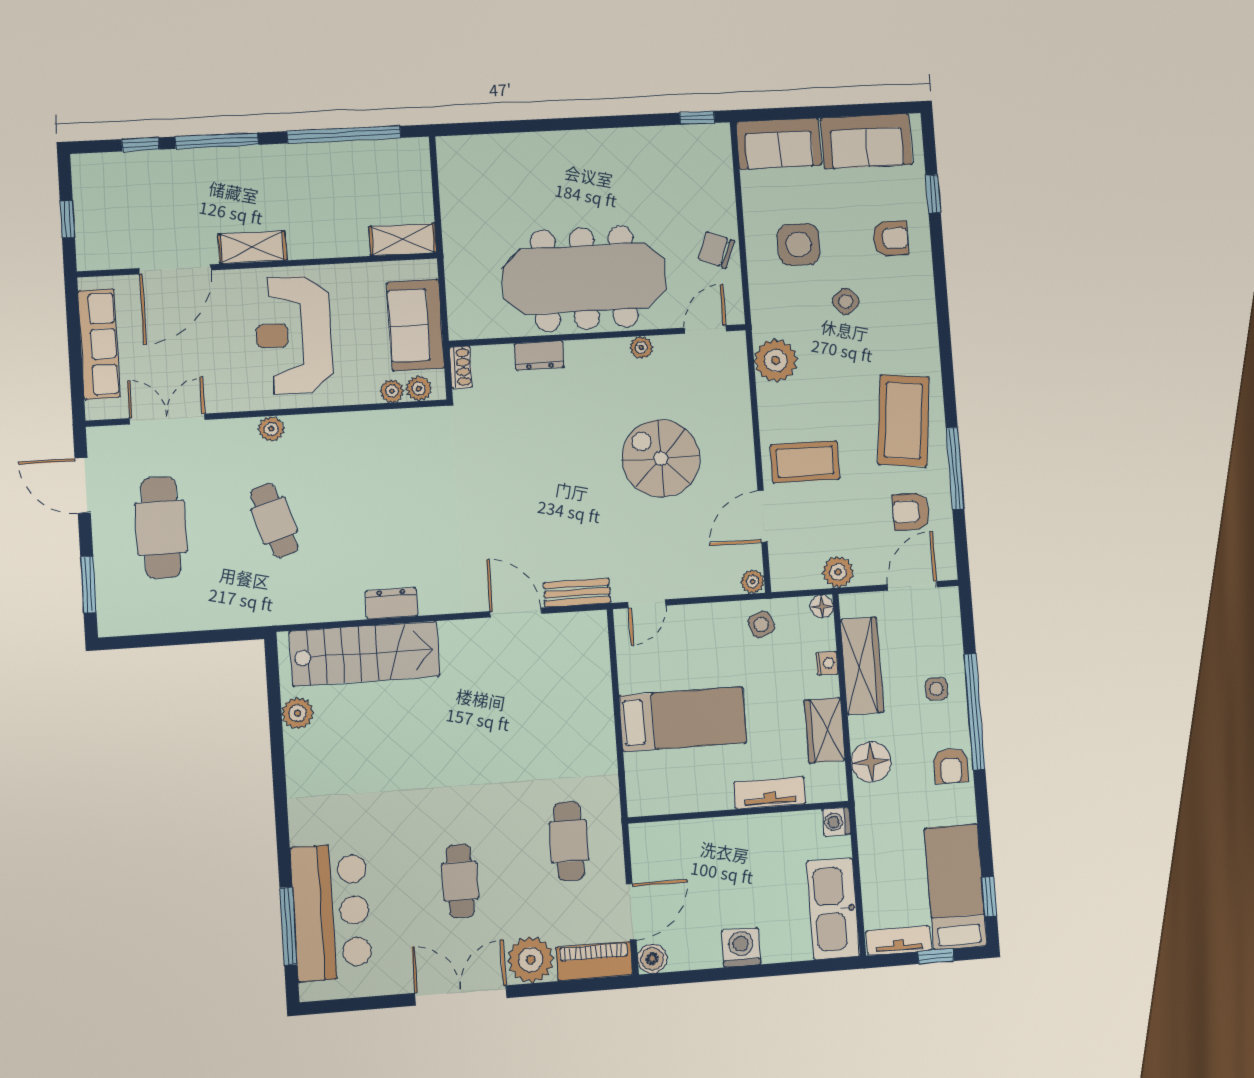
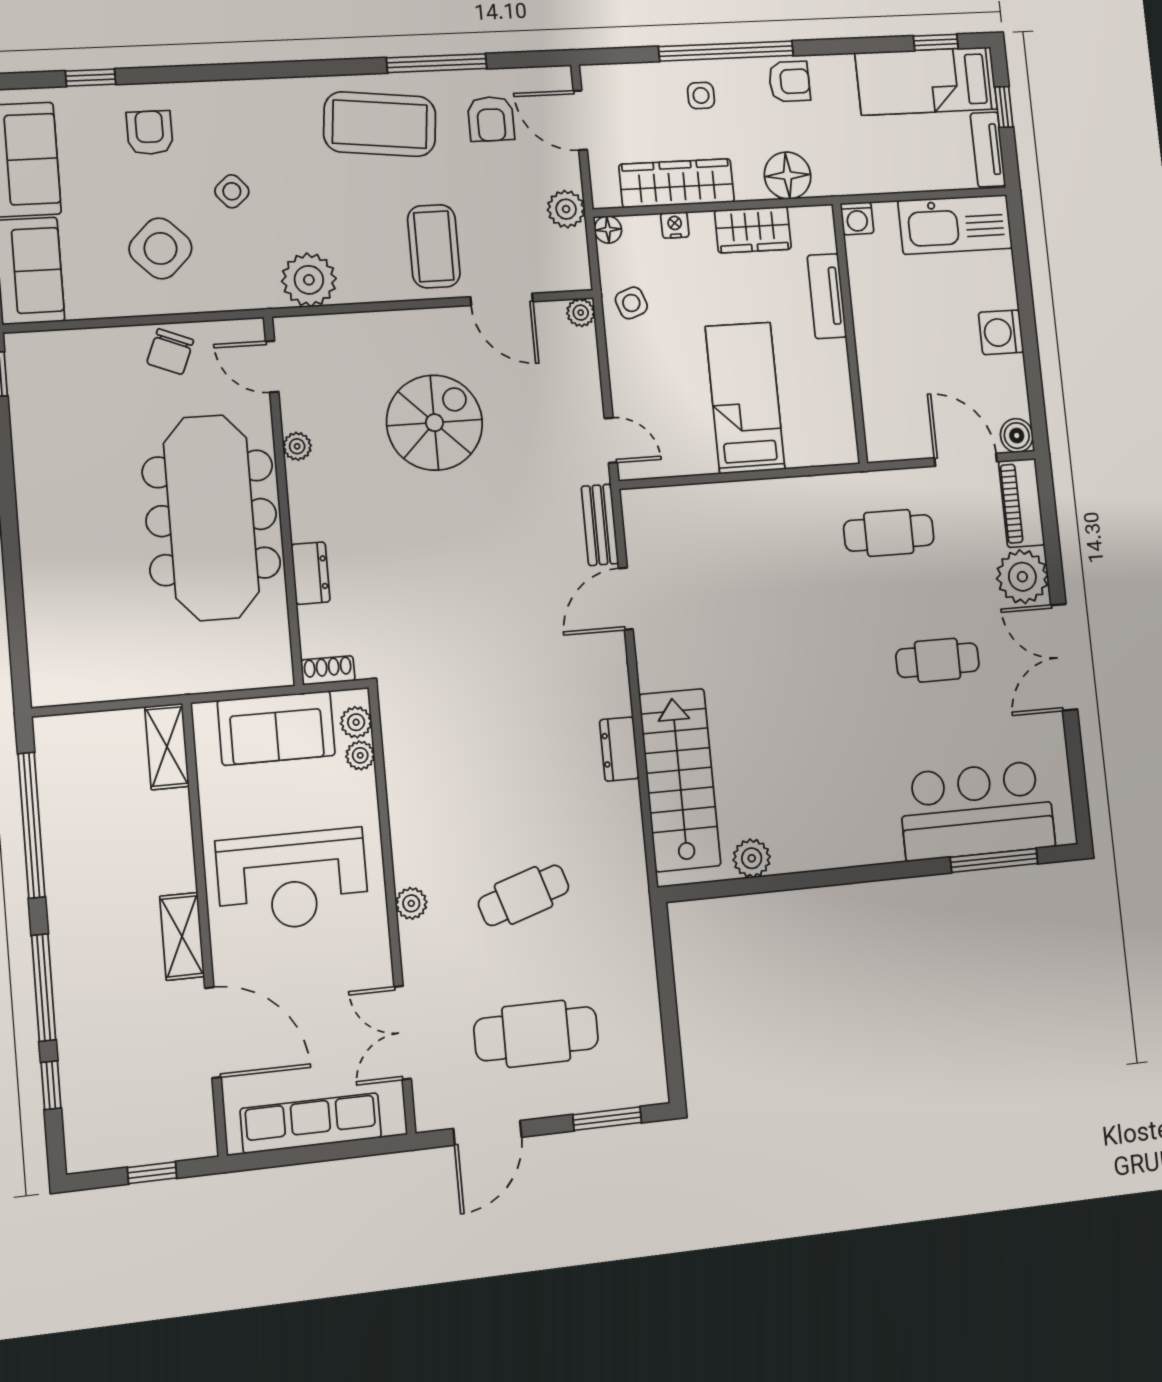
side table: (799, 244) -> (160, 248), turned 45
spiral stairs: (661, 458) -> (434, 423), turned 180

